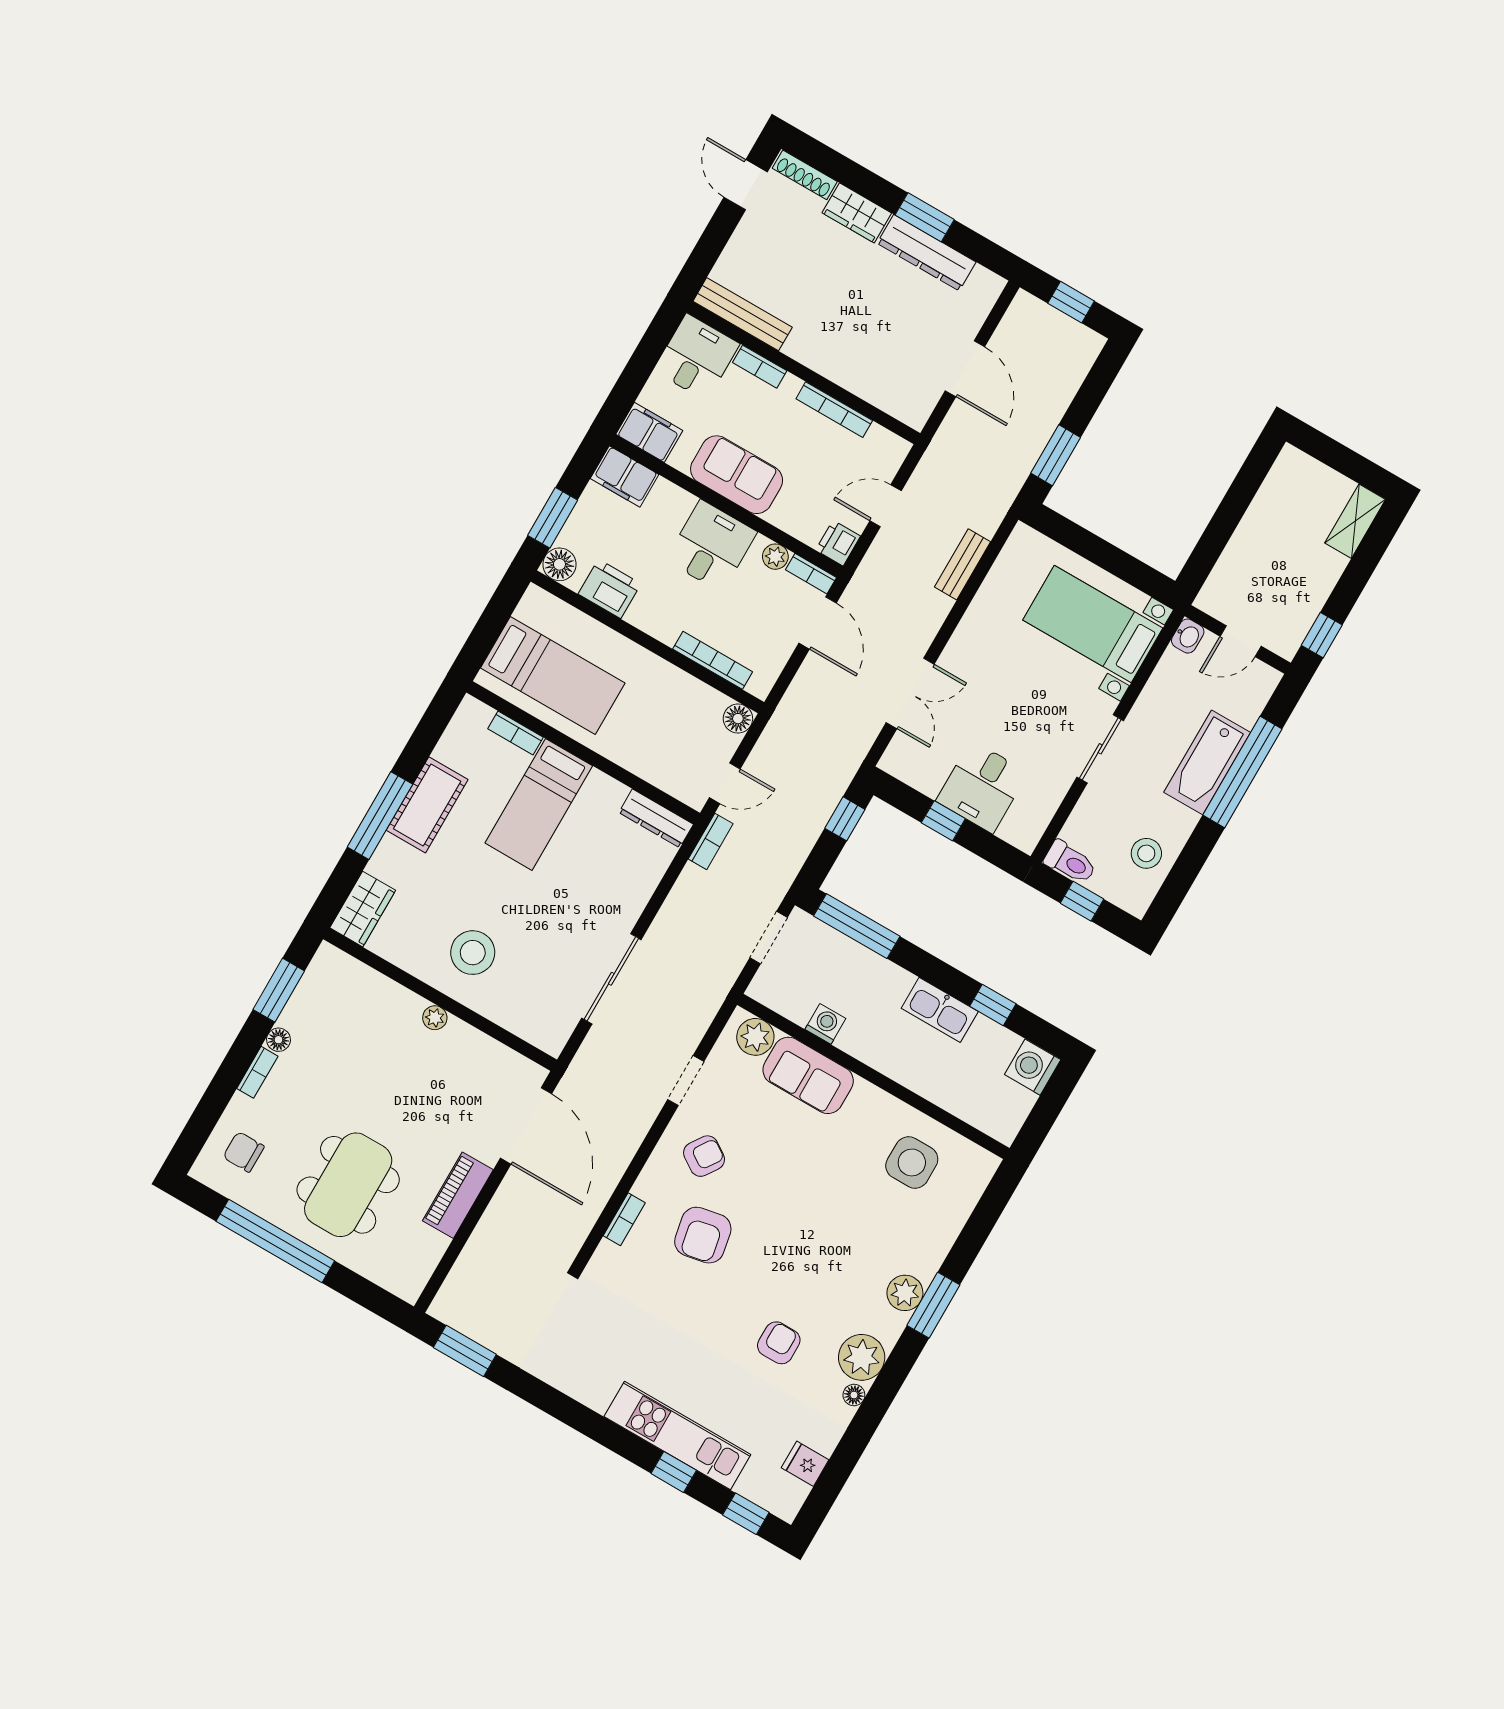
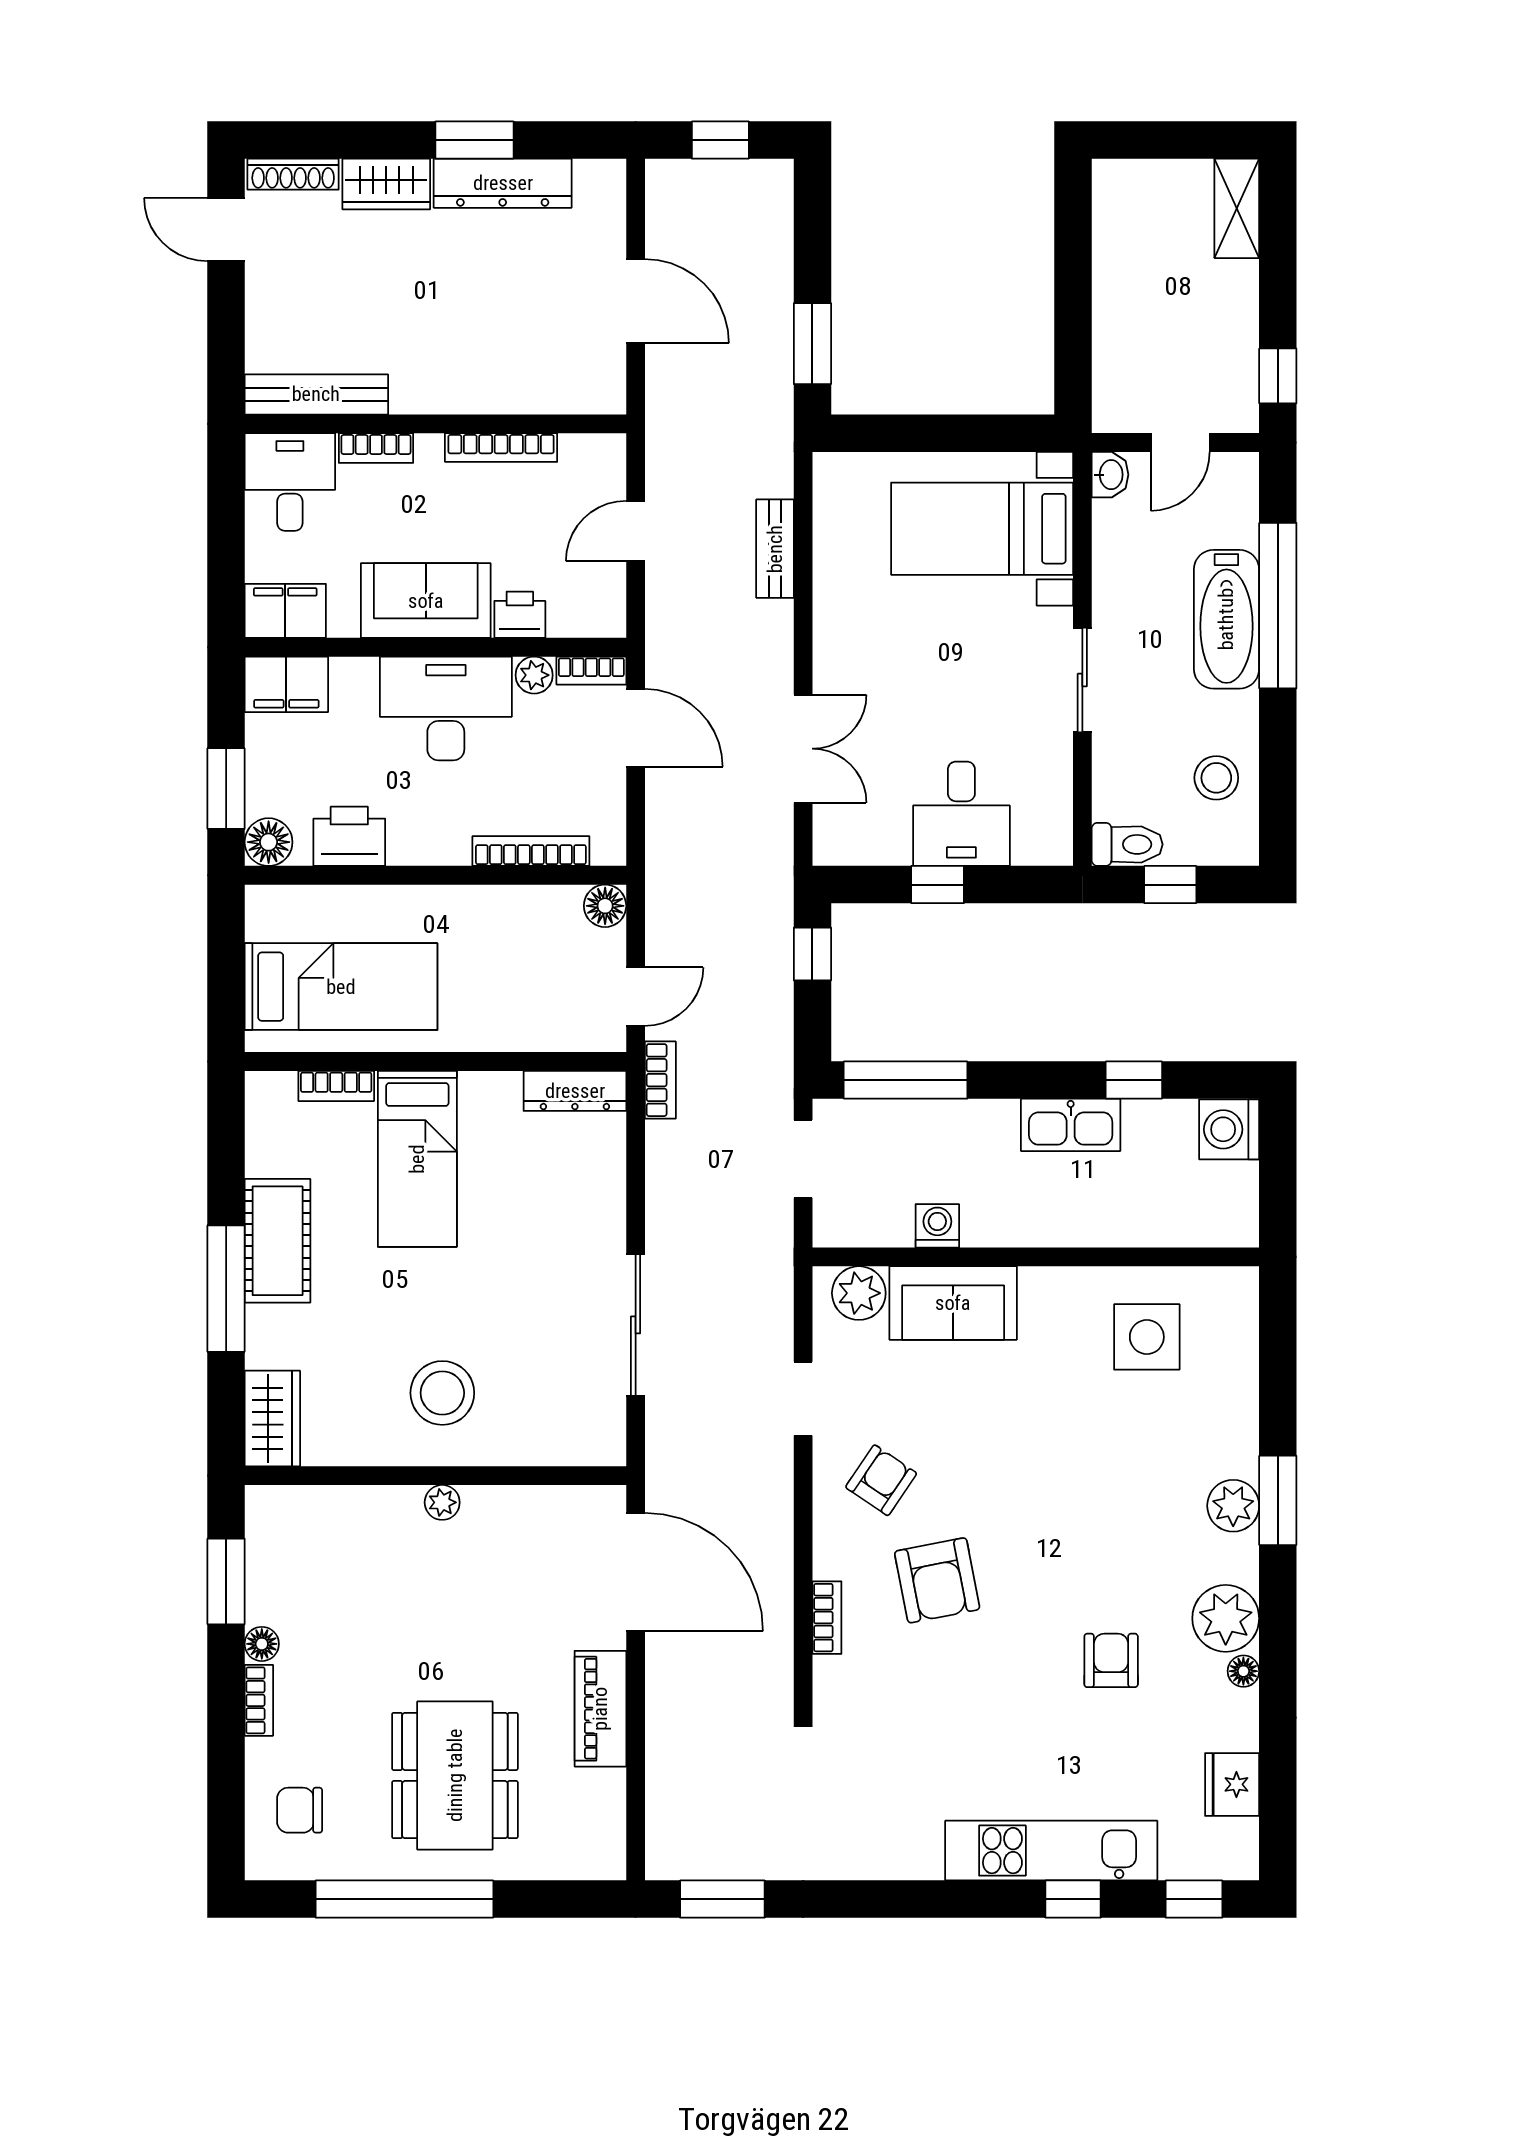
printer: (838, 543) -> (520, 615), moved, turned 90
desk: (711, 546) -> (446, 708), width x1.37
fridge: (805, 1464) -> (1232, 1784), width x1.38

